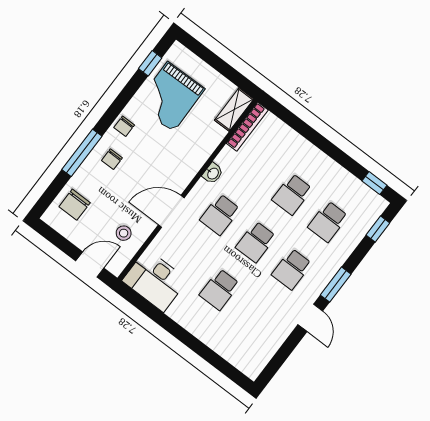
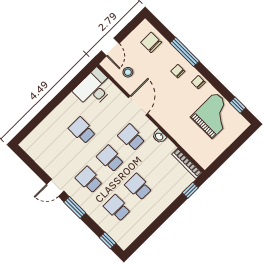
grand piano: (170, 97) -> (214, 115), turned 91
shelving: (234, 110) -> (199, 156), removed
window: (374, 183) -> (190, 190), moved

